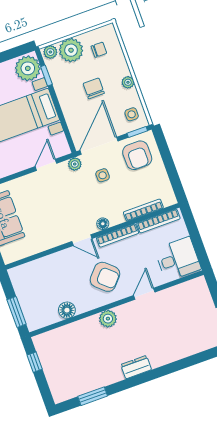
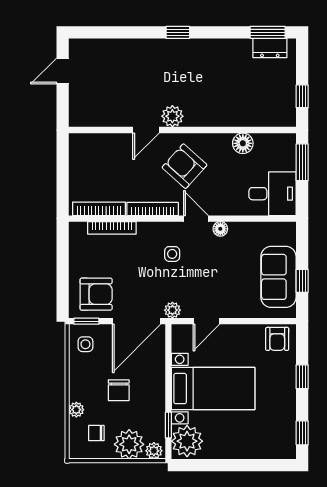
plant: (128, 82) -> (76, 410), moved
armchair: (137, 155) -> (96, 294), turned 90
side table: (103, 175) -> (172, 254), moved
floor lamp: (103, 224) -> (220, 229), moved
desk: (178, 259) -> (273, 194), moved, turned 180
plant: (108, 319) -> (172, 116), moved
dresser: (136, 367) -> (270, 48), moved
window: (147, 377) -> (178, 32), added
window: (93, 396) -> (268, 32), moved

